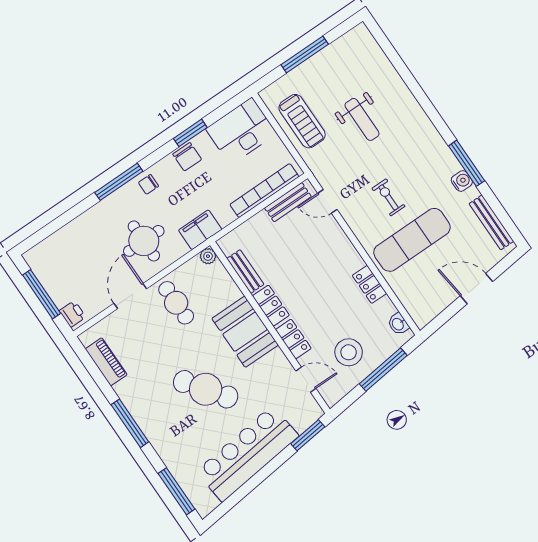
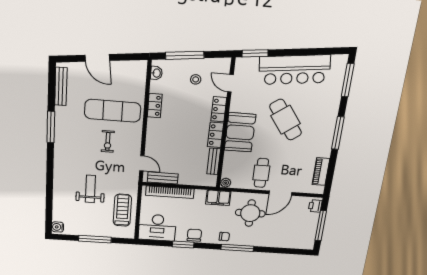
water cooler: (462, 181) -> (58, 227), moved
stool: (349, 352) -> (196, 79), width x0.53, depth x0.53

